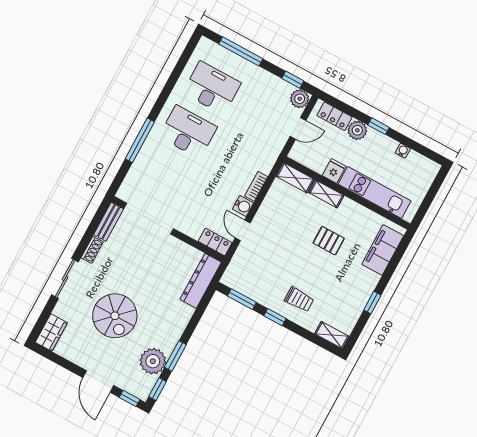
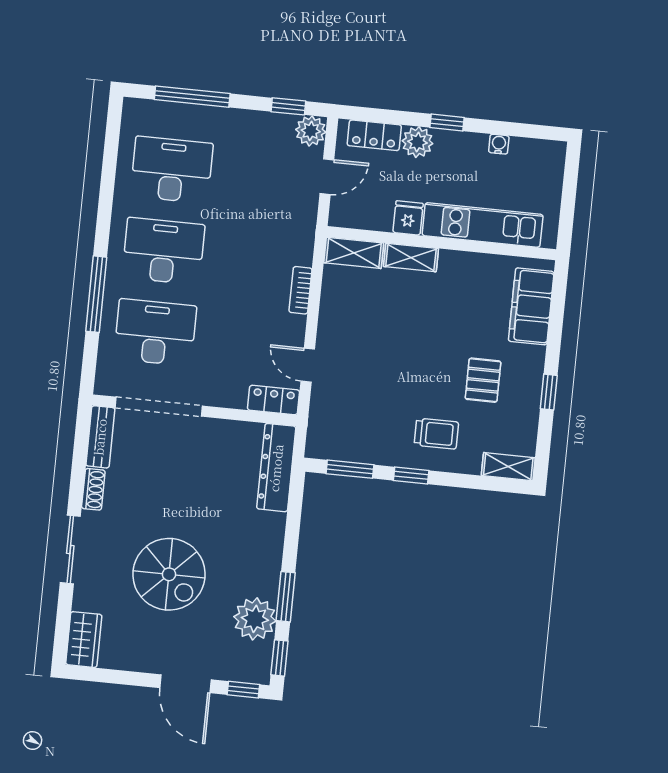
desk: (164, 176) -> (155, 332), added
water cooler: (243, 206) -> (293, 328), removed
pallet: (329, 241) -> (483, 380), moved, turned 90

